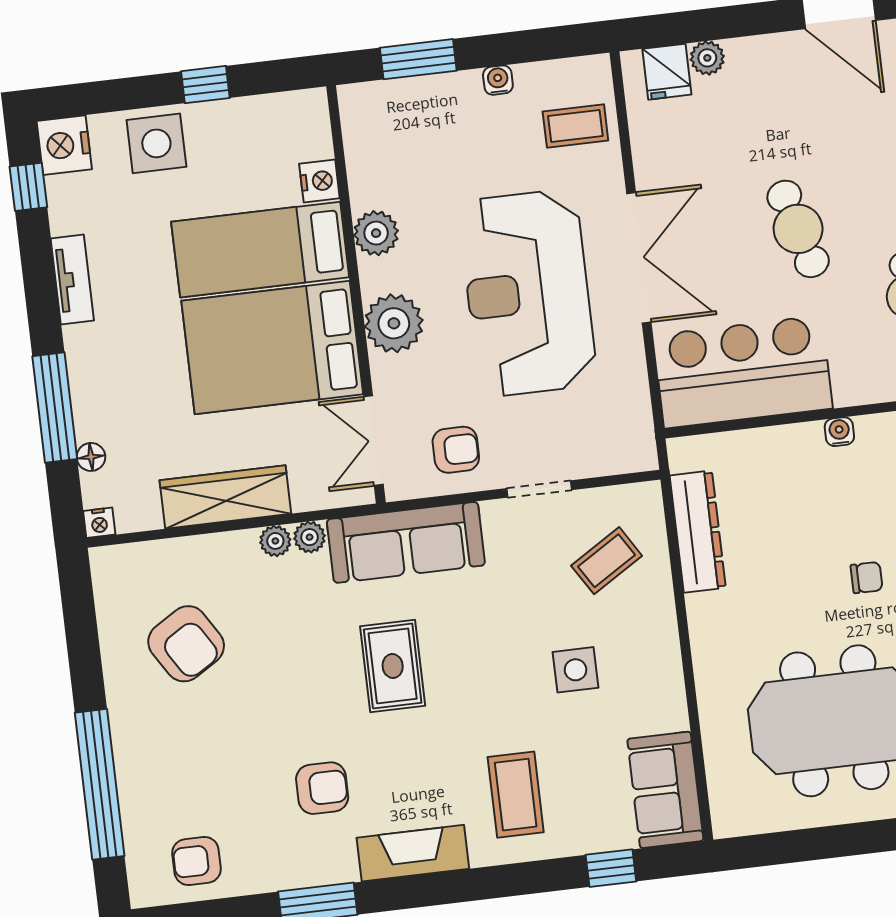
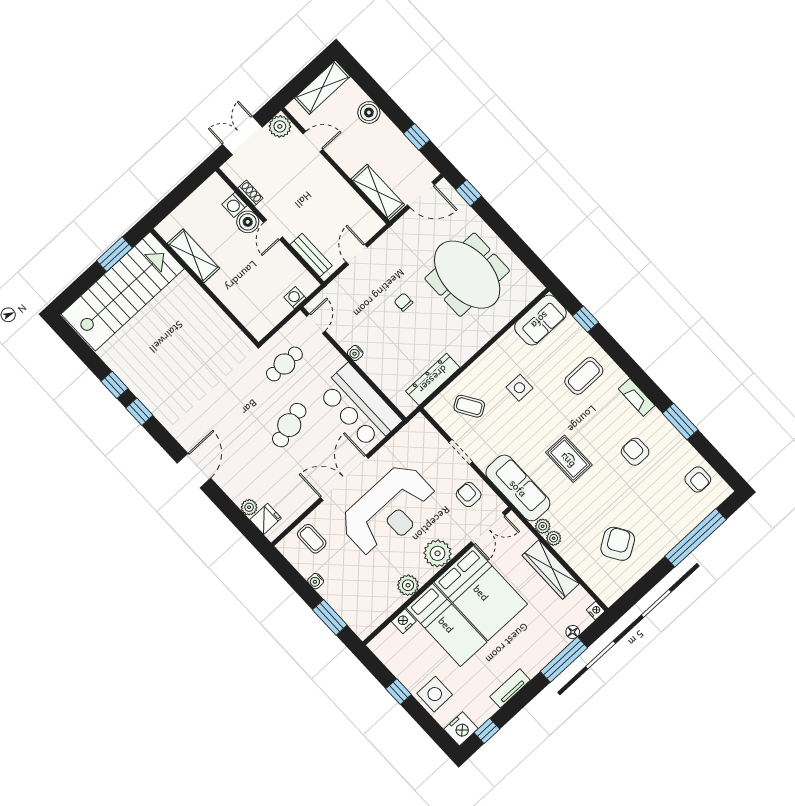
rug: (393, 666) -> (569, 459), turned 90
fireplace: (413, 853) -> (637, 397), width x0.73, depth x0.76

